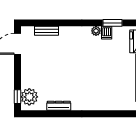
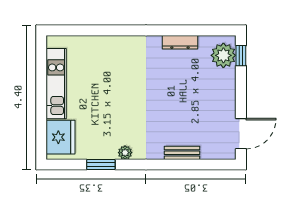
bench: (46, 31) -> (182, 153), moved
dishwasher: (107, 33) -> (109, 150), removed

